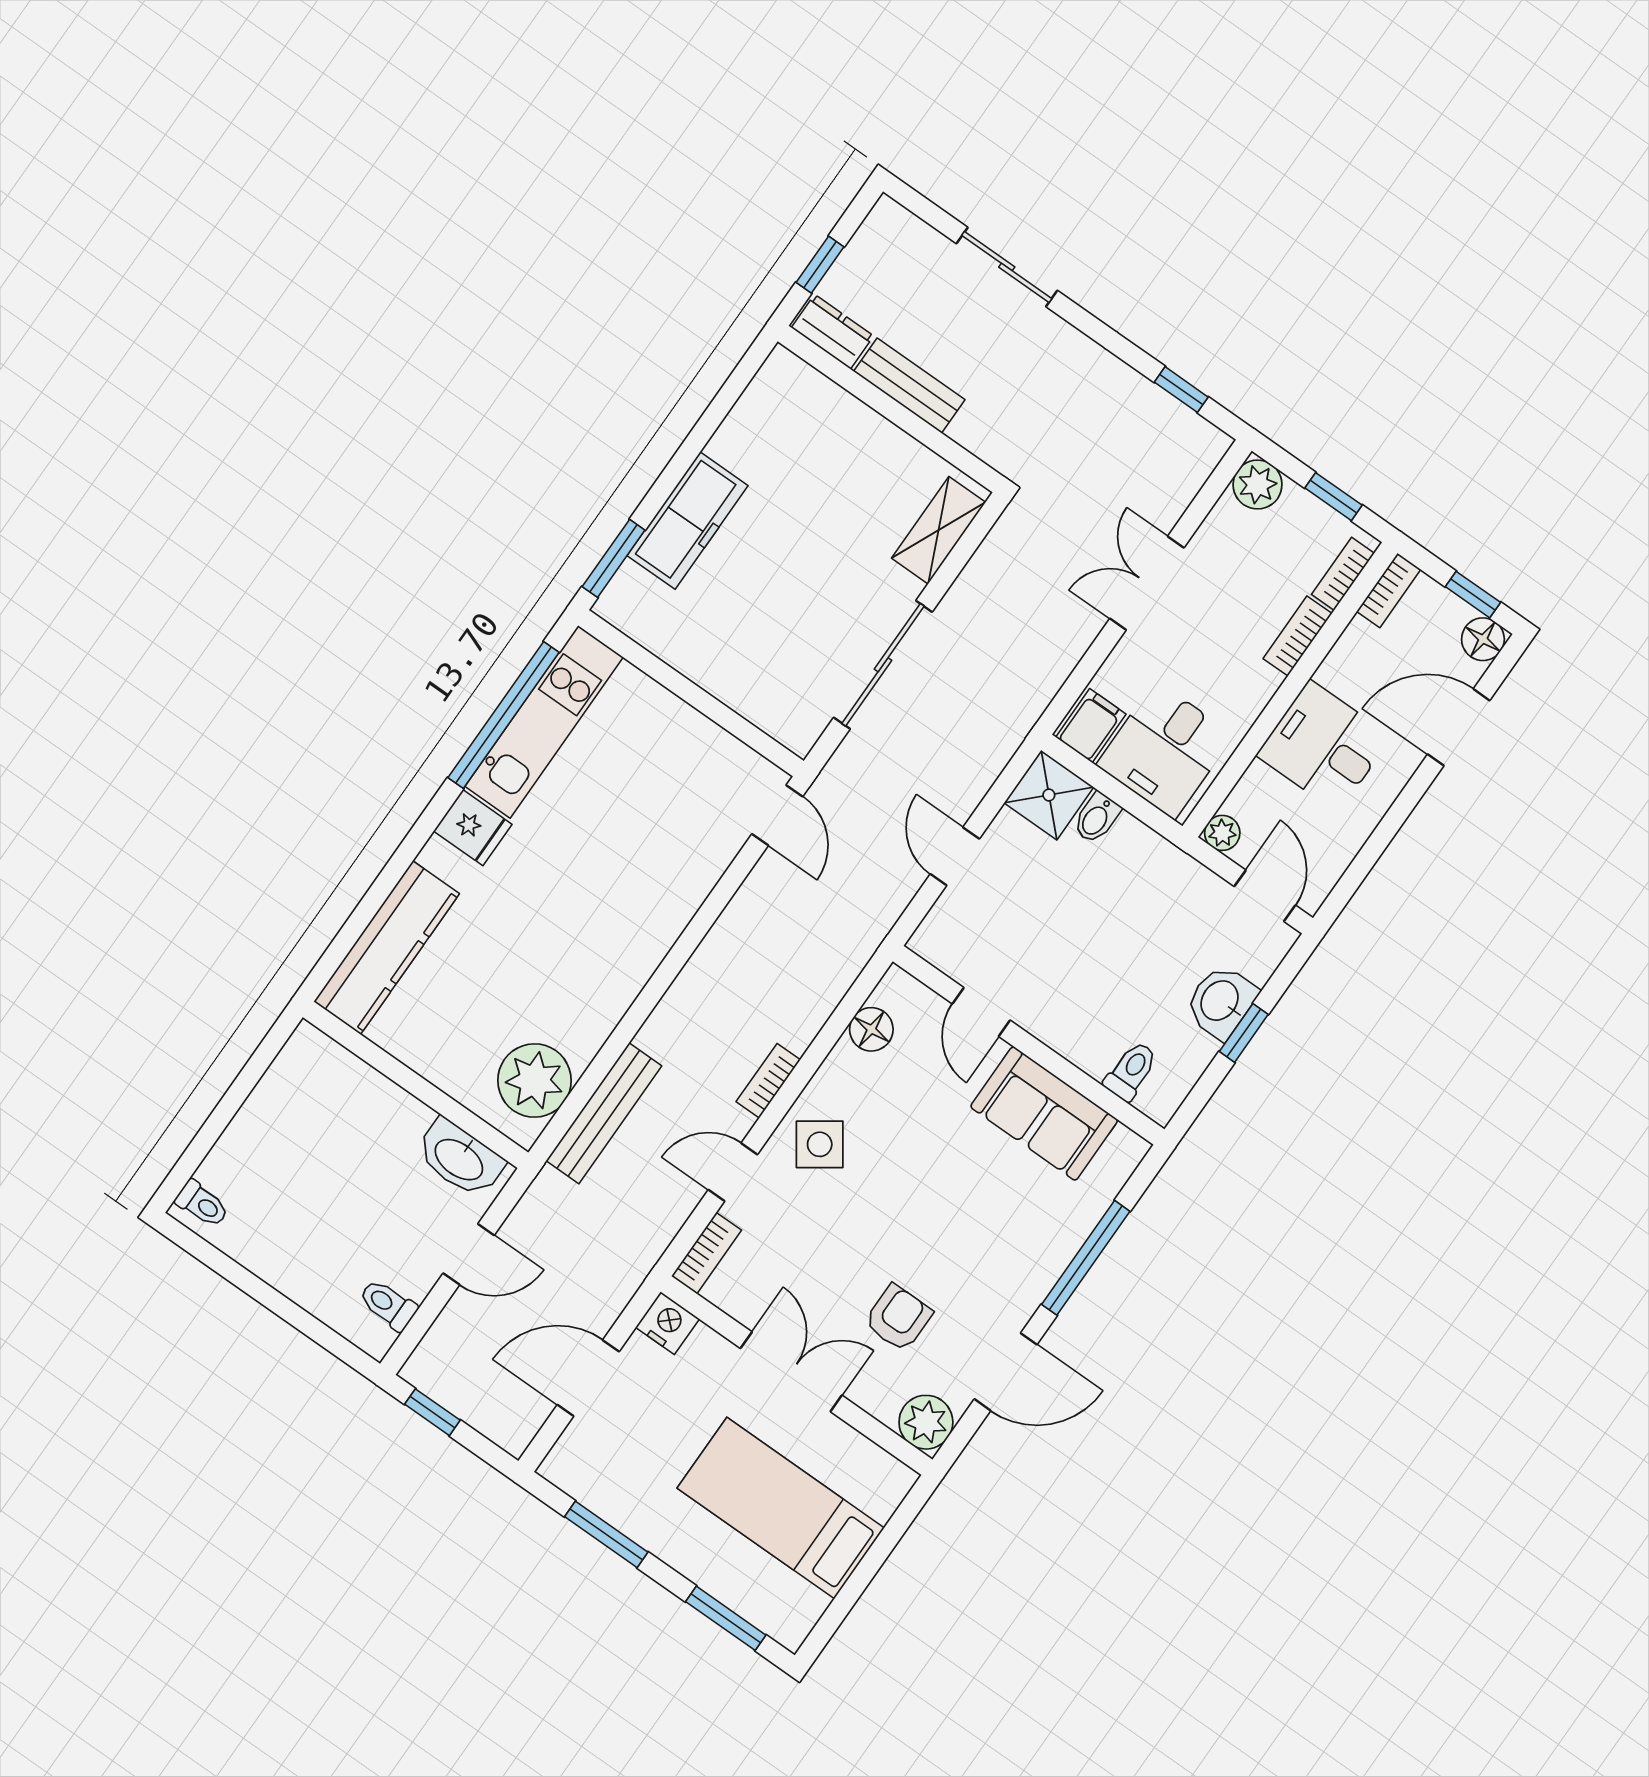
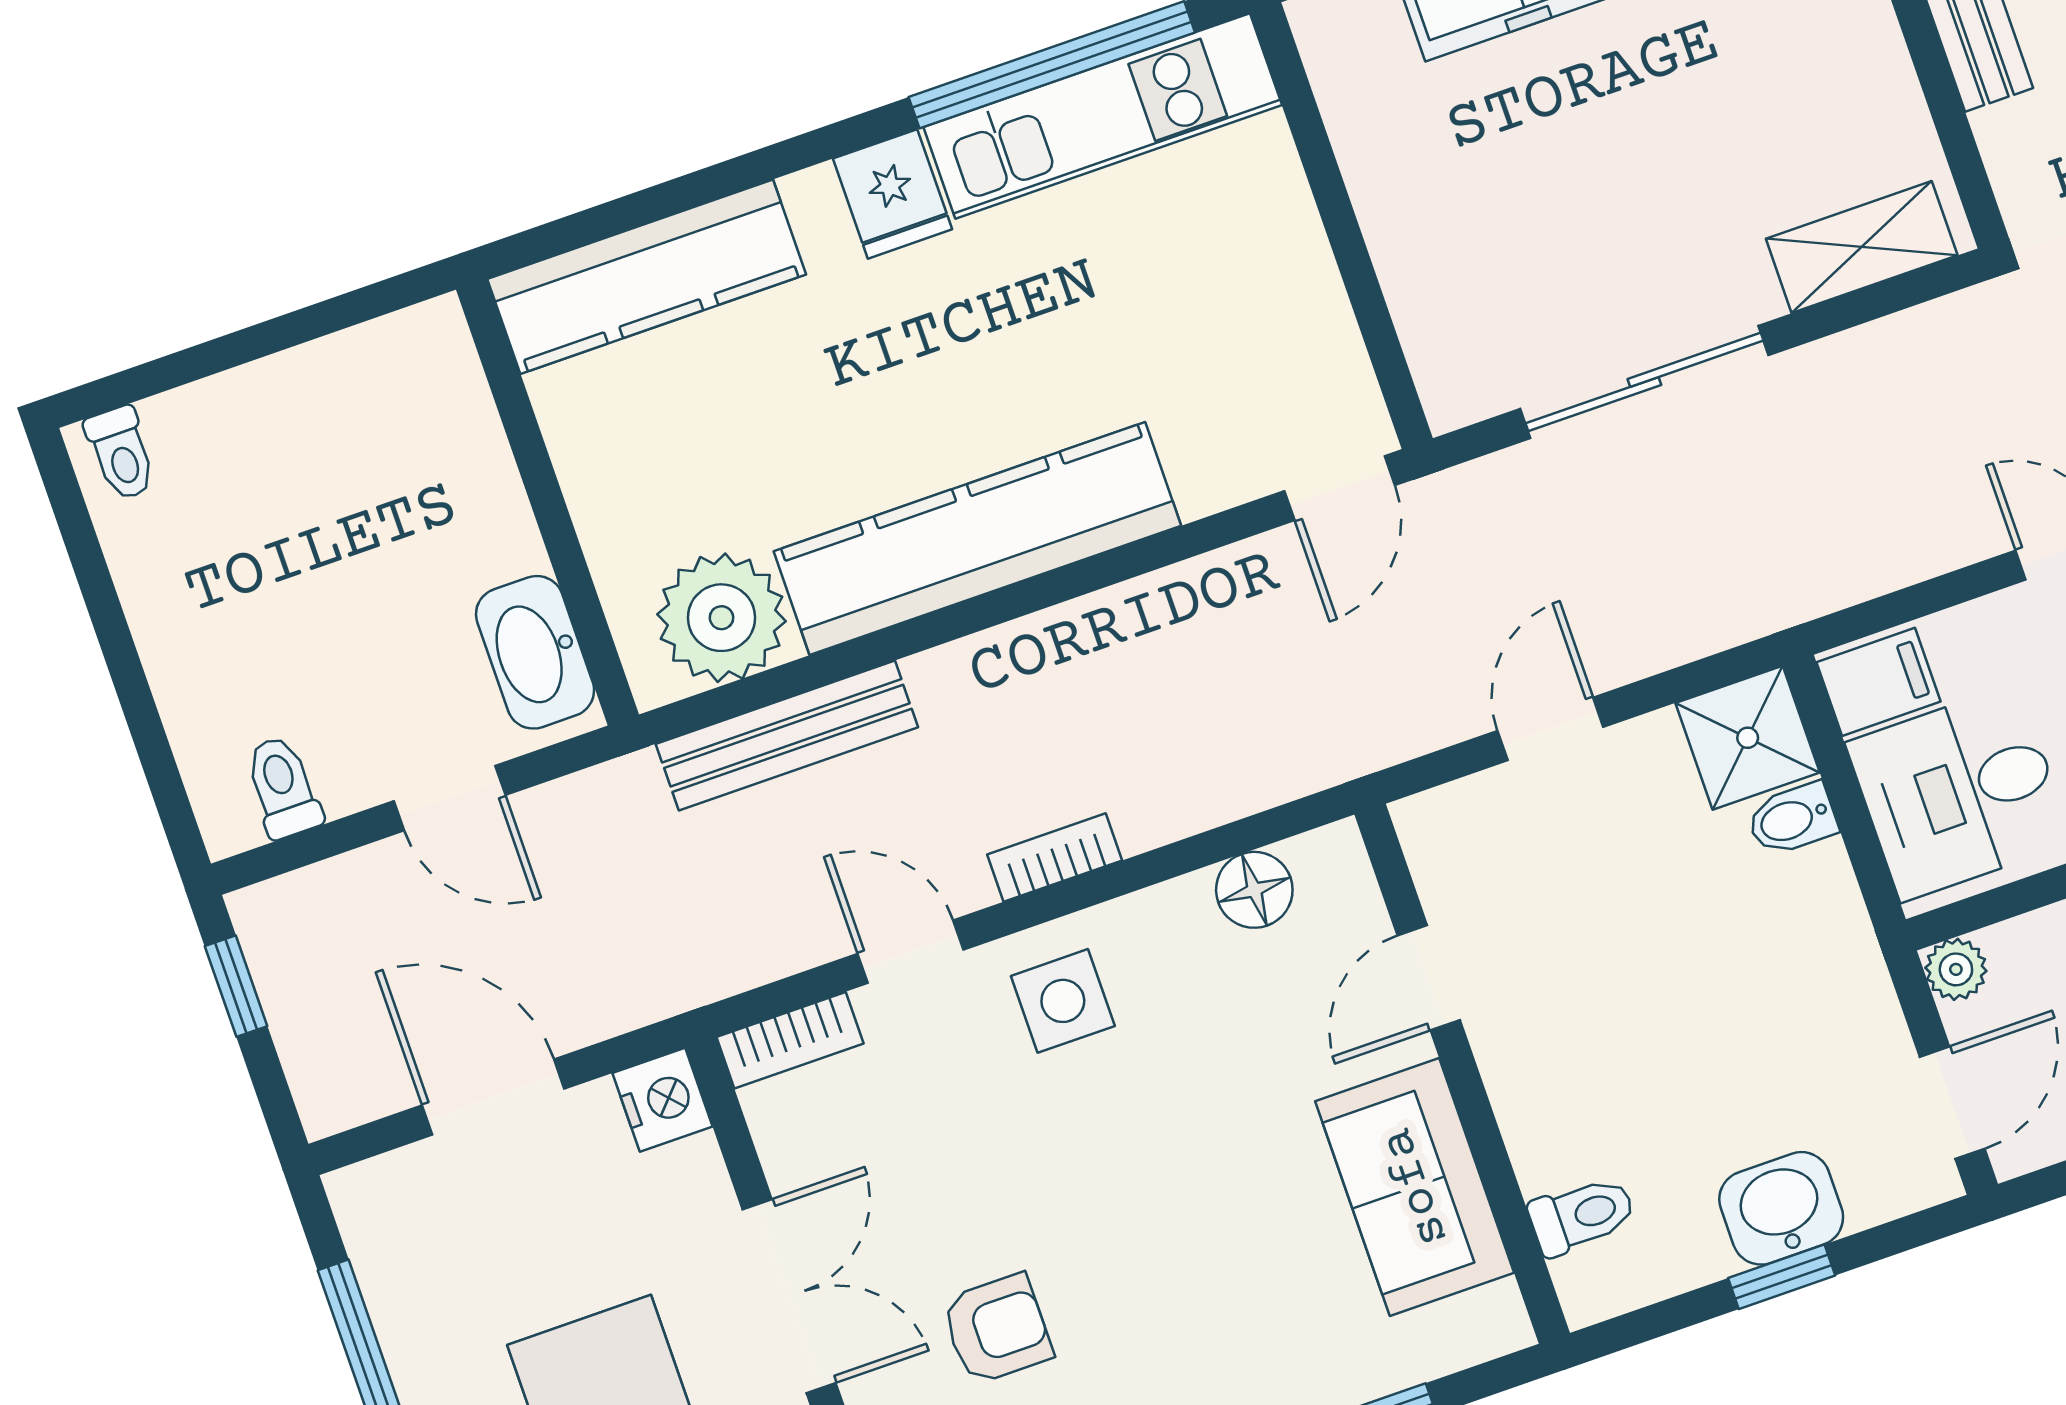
kitchen counter: (626, 959) -> (977, 539), added
side table: (820, 1144) -> (1063, 1001), turned 35

